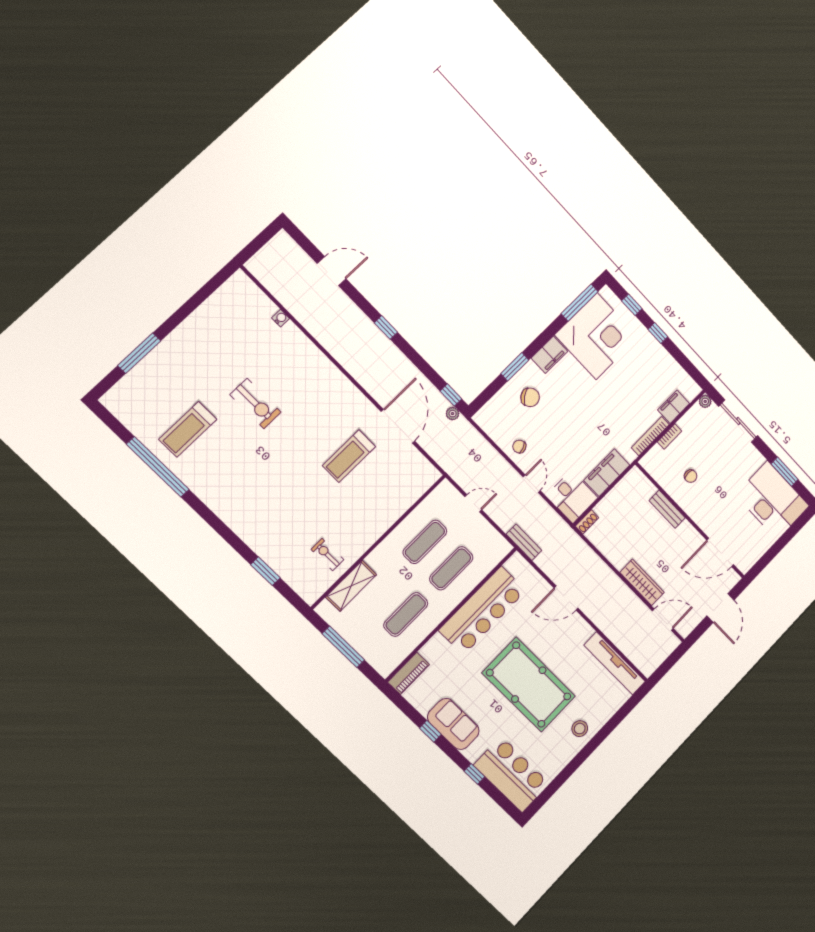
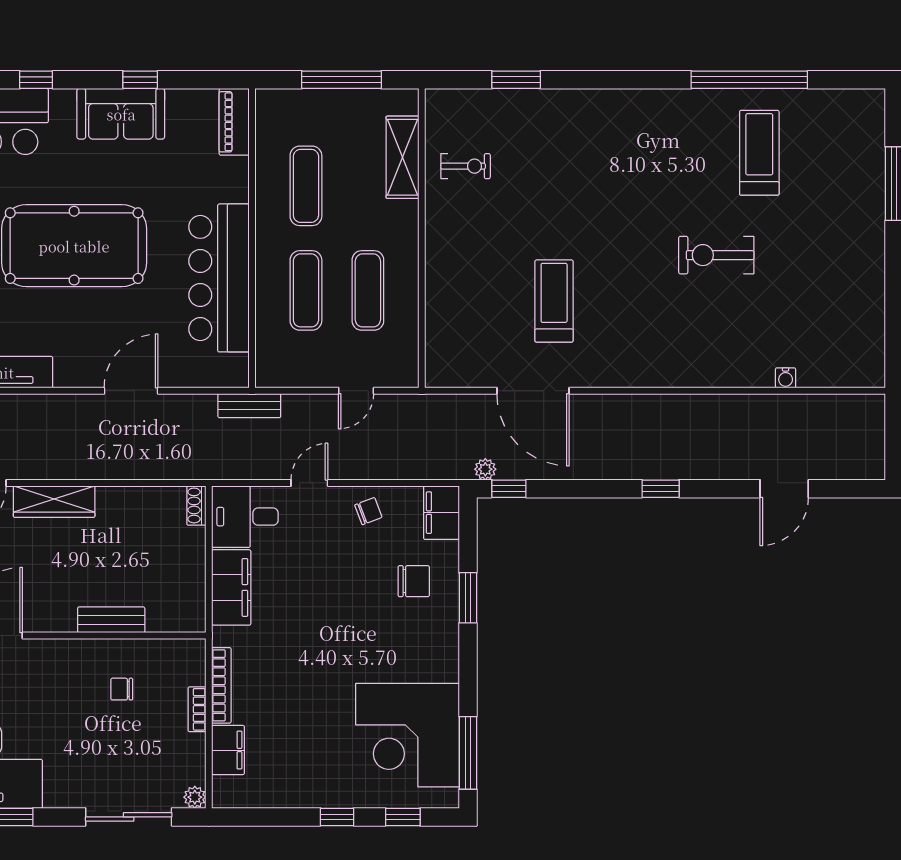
filing cabinet: (549, 355) -> (441, 513), moved
chair: (530, 397) -> (414, 581), turned -144
door: (532, 484) -> (309, 483), swing flipped

